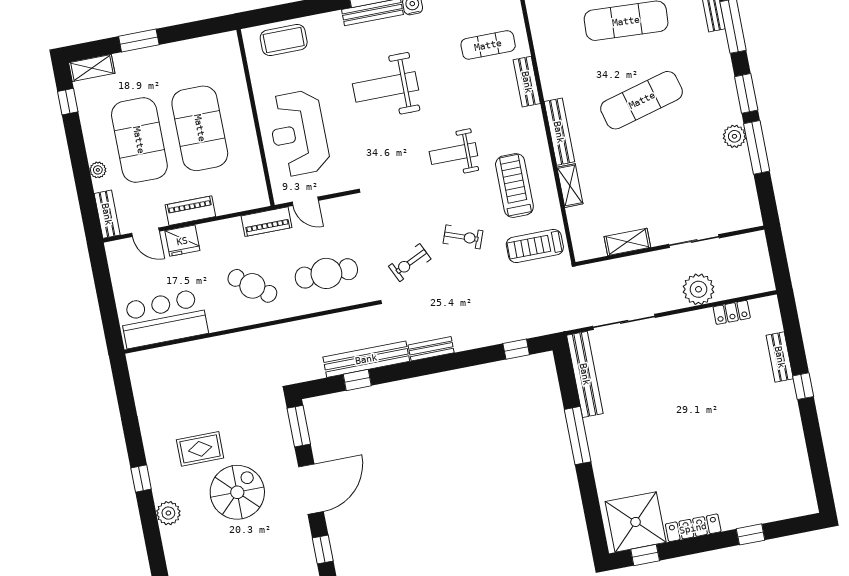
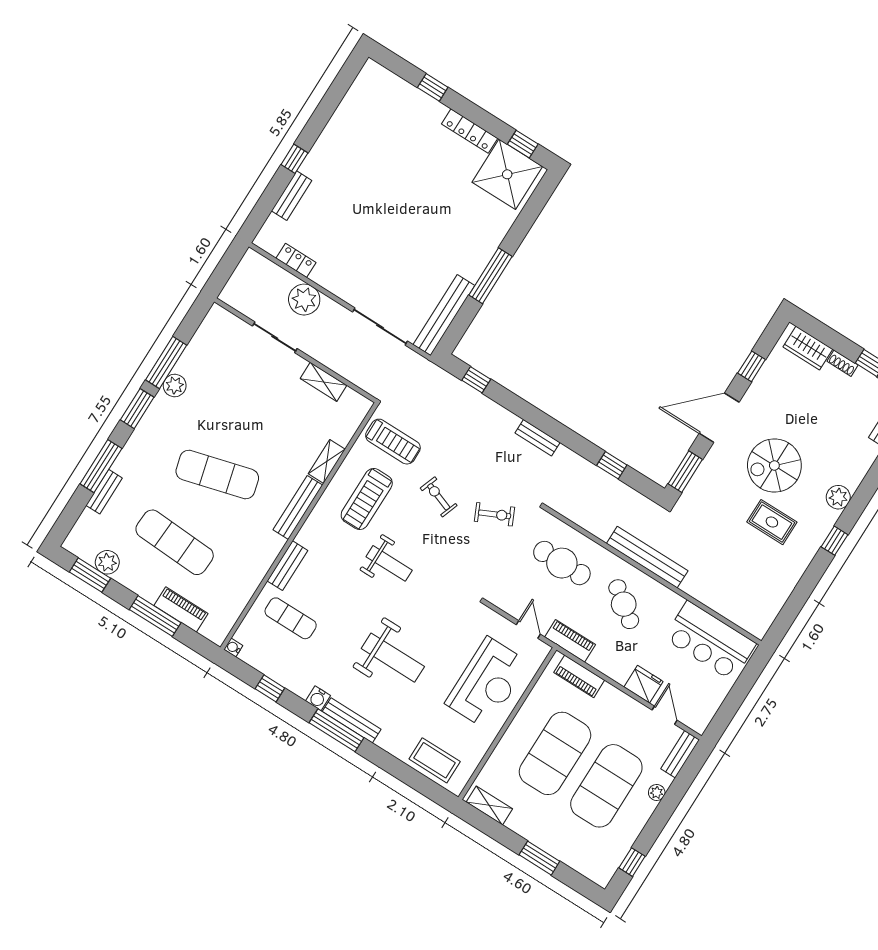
shelving: (92, 68) -> (489, 805), moved
piano: (190, 211) -> (579, 676), moved
bench: (366, 359) -> (647, 557), moved

